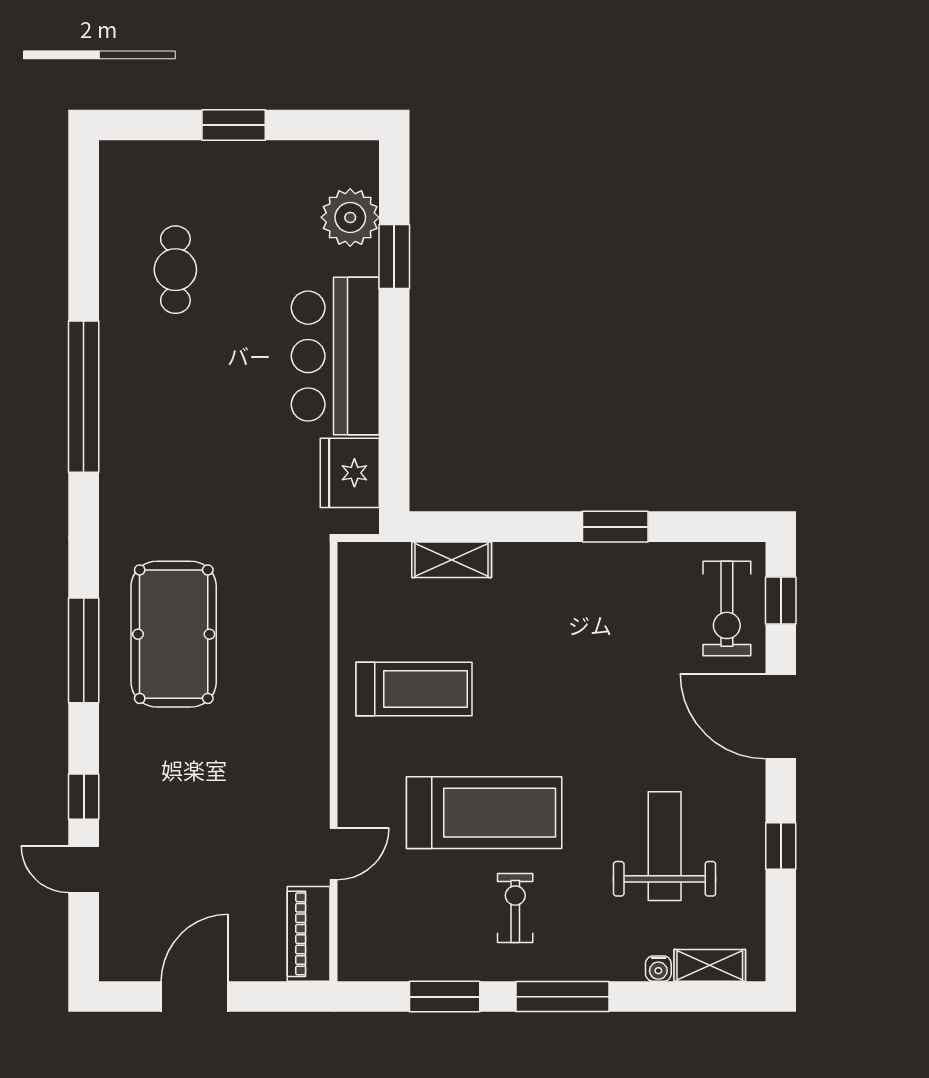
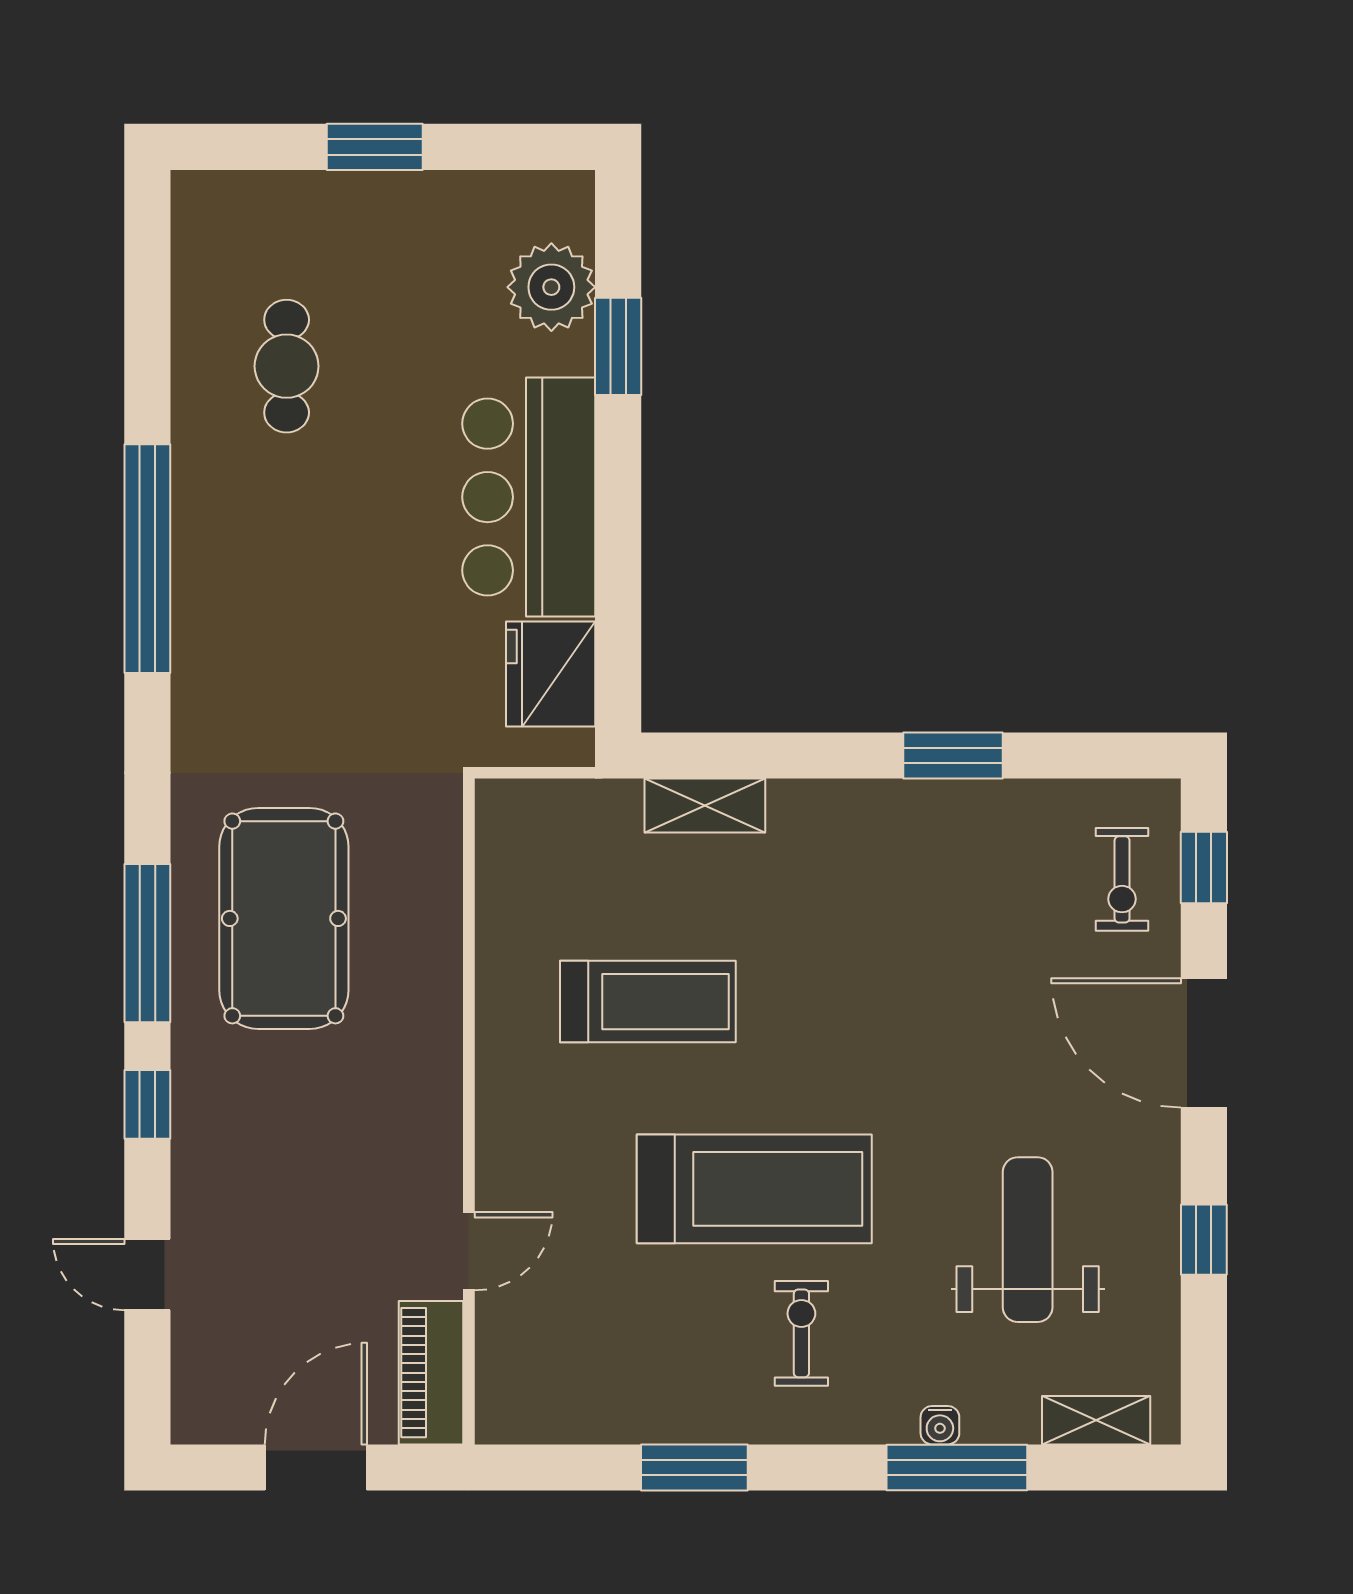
exercise bike: (727, 608) -> (1122, 879), width x0.73, depth x0.72
wall: (334, 762) -> (469, 1111), moved
window: (84, 797) -> (147, 1104), moved
door: (334, 854) -> (469, 1251), moved
piano: (309, 934) -> (431, 1373), moved
water cooler: (658, 969) -> (940, 1425), moved
window: (562, 997) -> (957, 1467), moved

